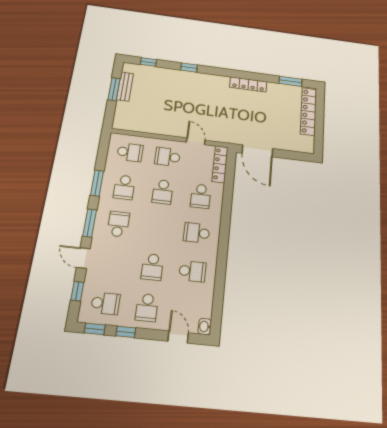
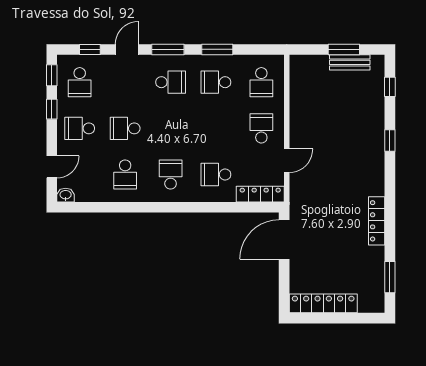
locker: (309, 111) -> (323, 303), moved
school desk: (163, 192) -> (216, 128), removed

